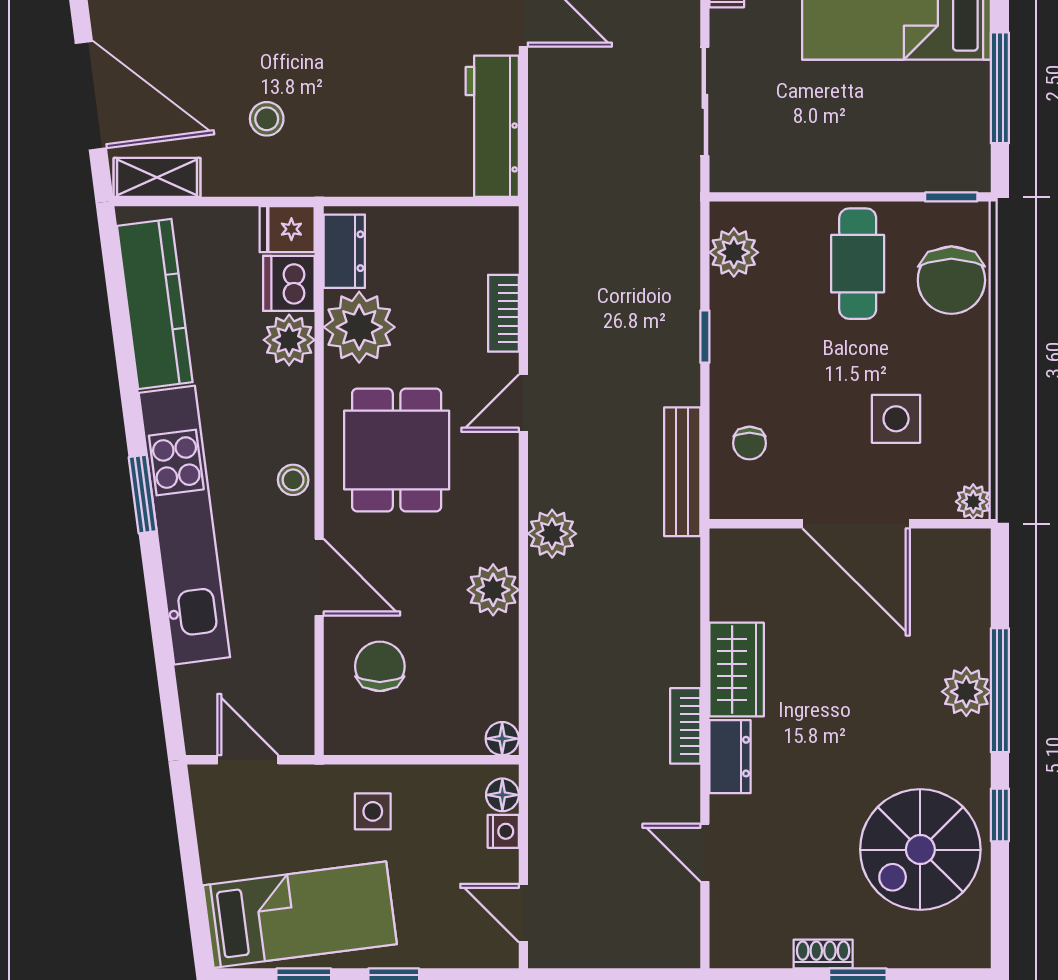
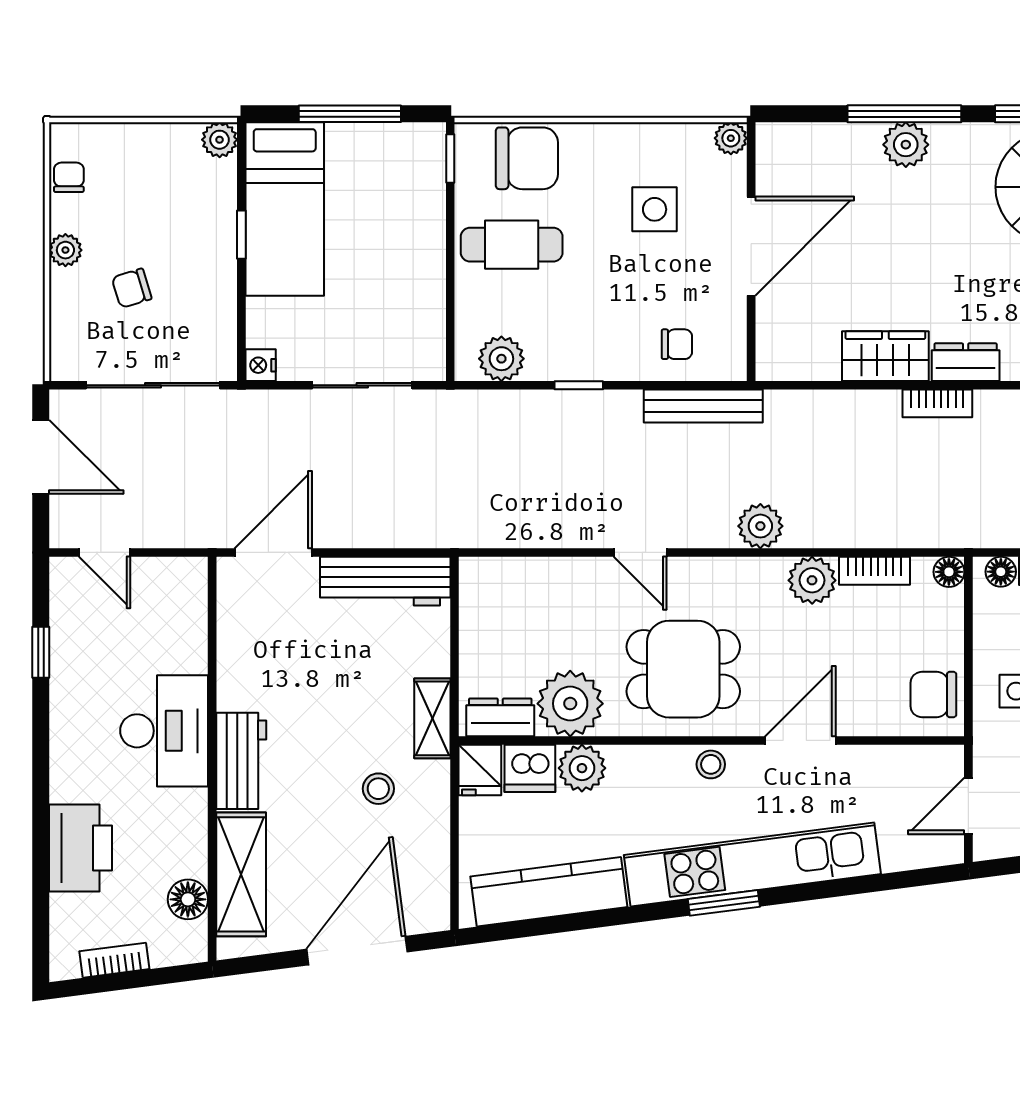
shelving: (157, 177) -> (432, 718), moved
bookcase: (503, 313) -> (874, 571), moved
chair: (380, 666) -> (933, 694), moved

